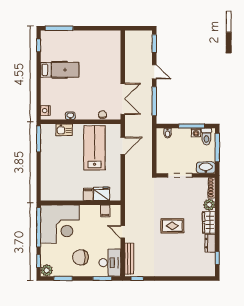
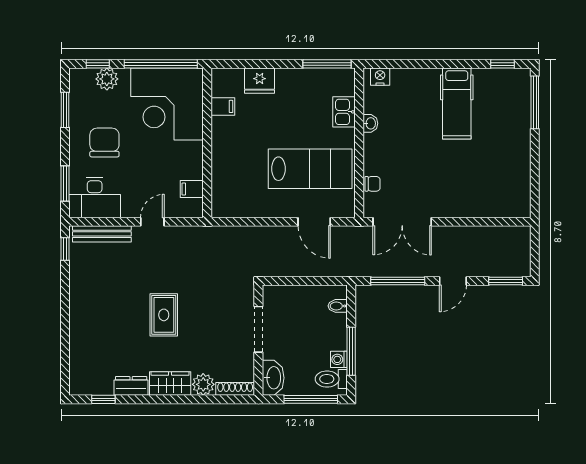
filing cabinet: (88, 194) -> (223, 106), moved
fridge: (102, 194) -> (260, 81), moved, turned 90
plant: (47, 270) -> (107, 79), moved

